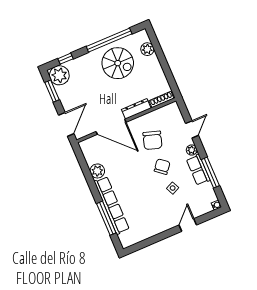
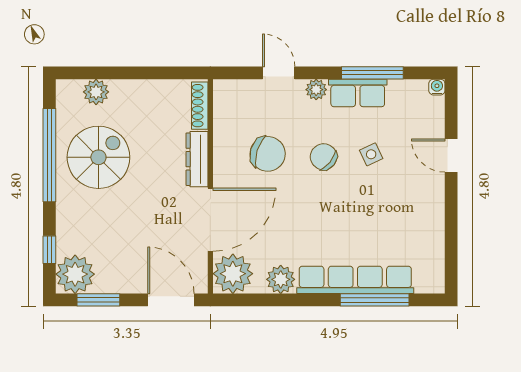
plant: (90, 148) -> (233, 274), added

